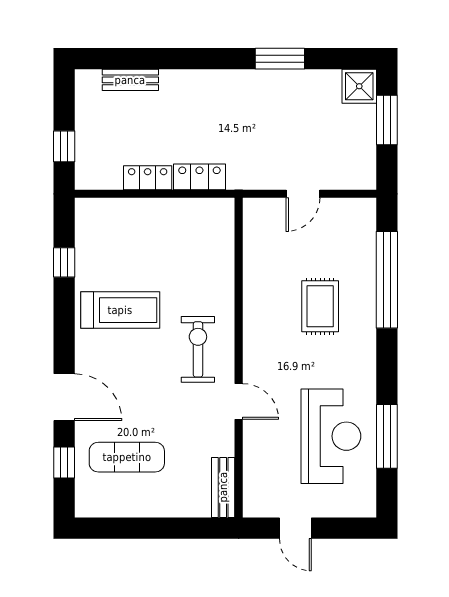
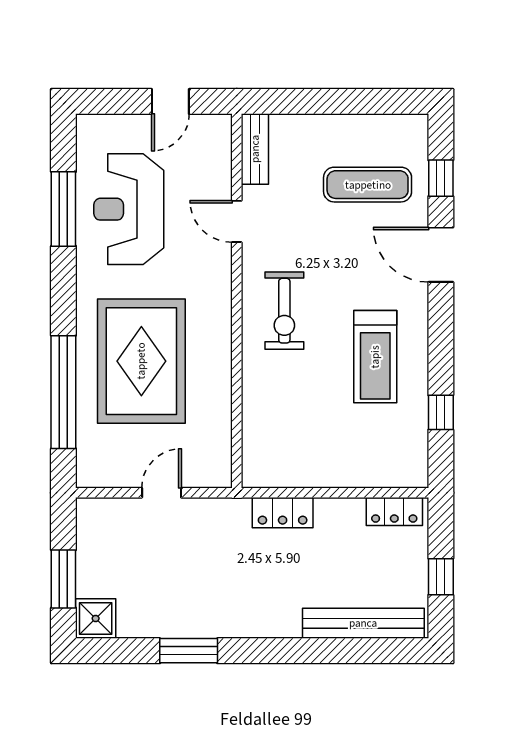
bench: (130, 80) -> (363, 623), width x1.86, depth x1.21
window: (64, 146) -> (441, 577), moved
locker: (148, 178) -> (394, 511), moved
rug: (320, 306) -> (141, 361), width x1.86, depth x2.06
treadmill: (120, 310) -> (375, 357), turned -90
door: (239, 401) -> (237, 221), moved
door: (295, 528) -> (170, 101), swing flipped

